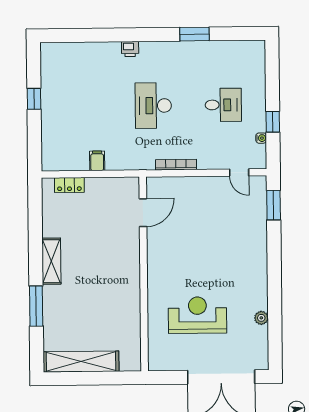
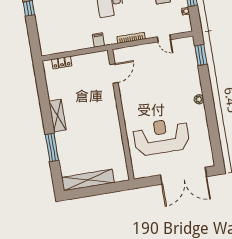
filing cabinet: (97, 161) -> (98, 40), moved
door: (239, 172) -> (164, 38), moved
reception desk: (197, 315) -> (161, 137), width x1.36, depth x1.30
plant: (261, 318) -> (199, 99), moved

